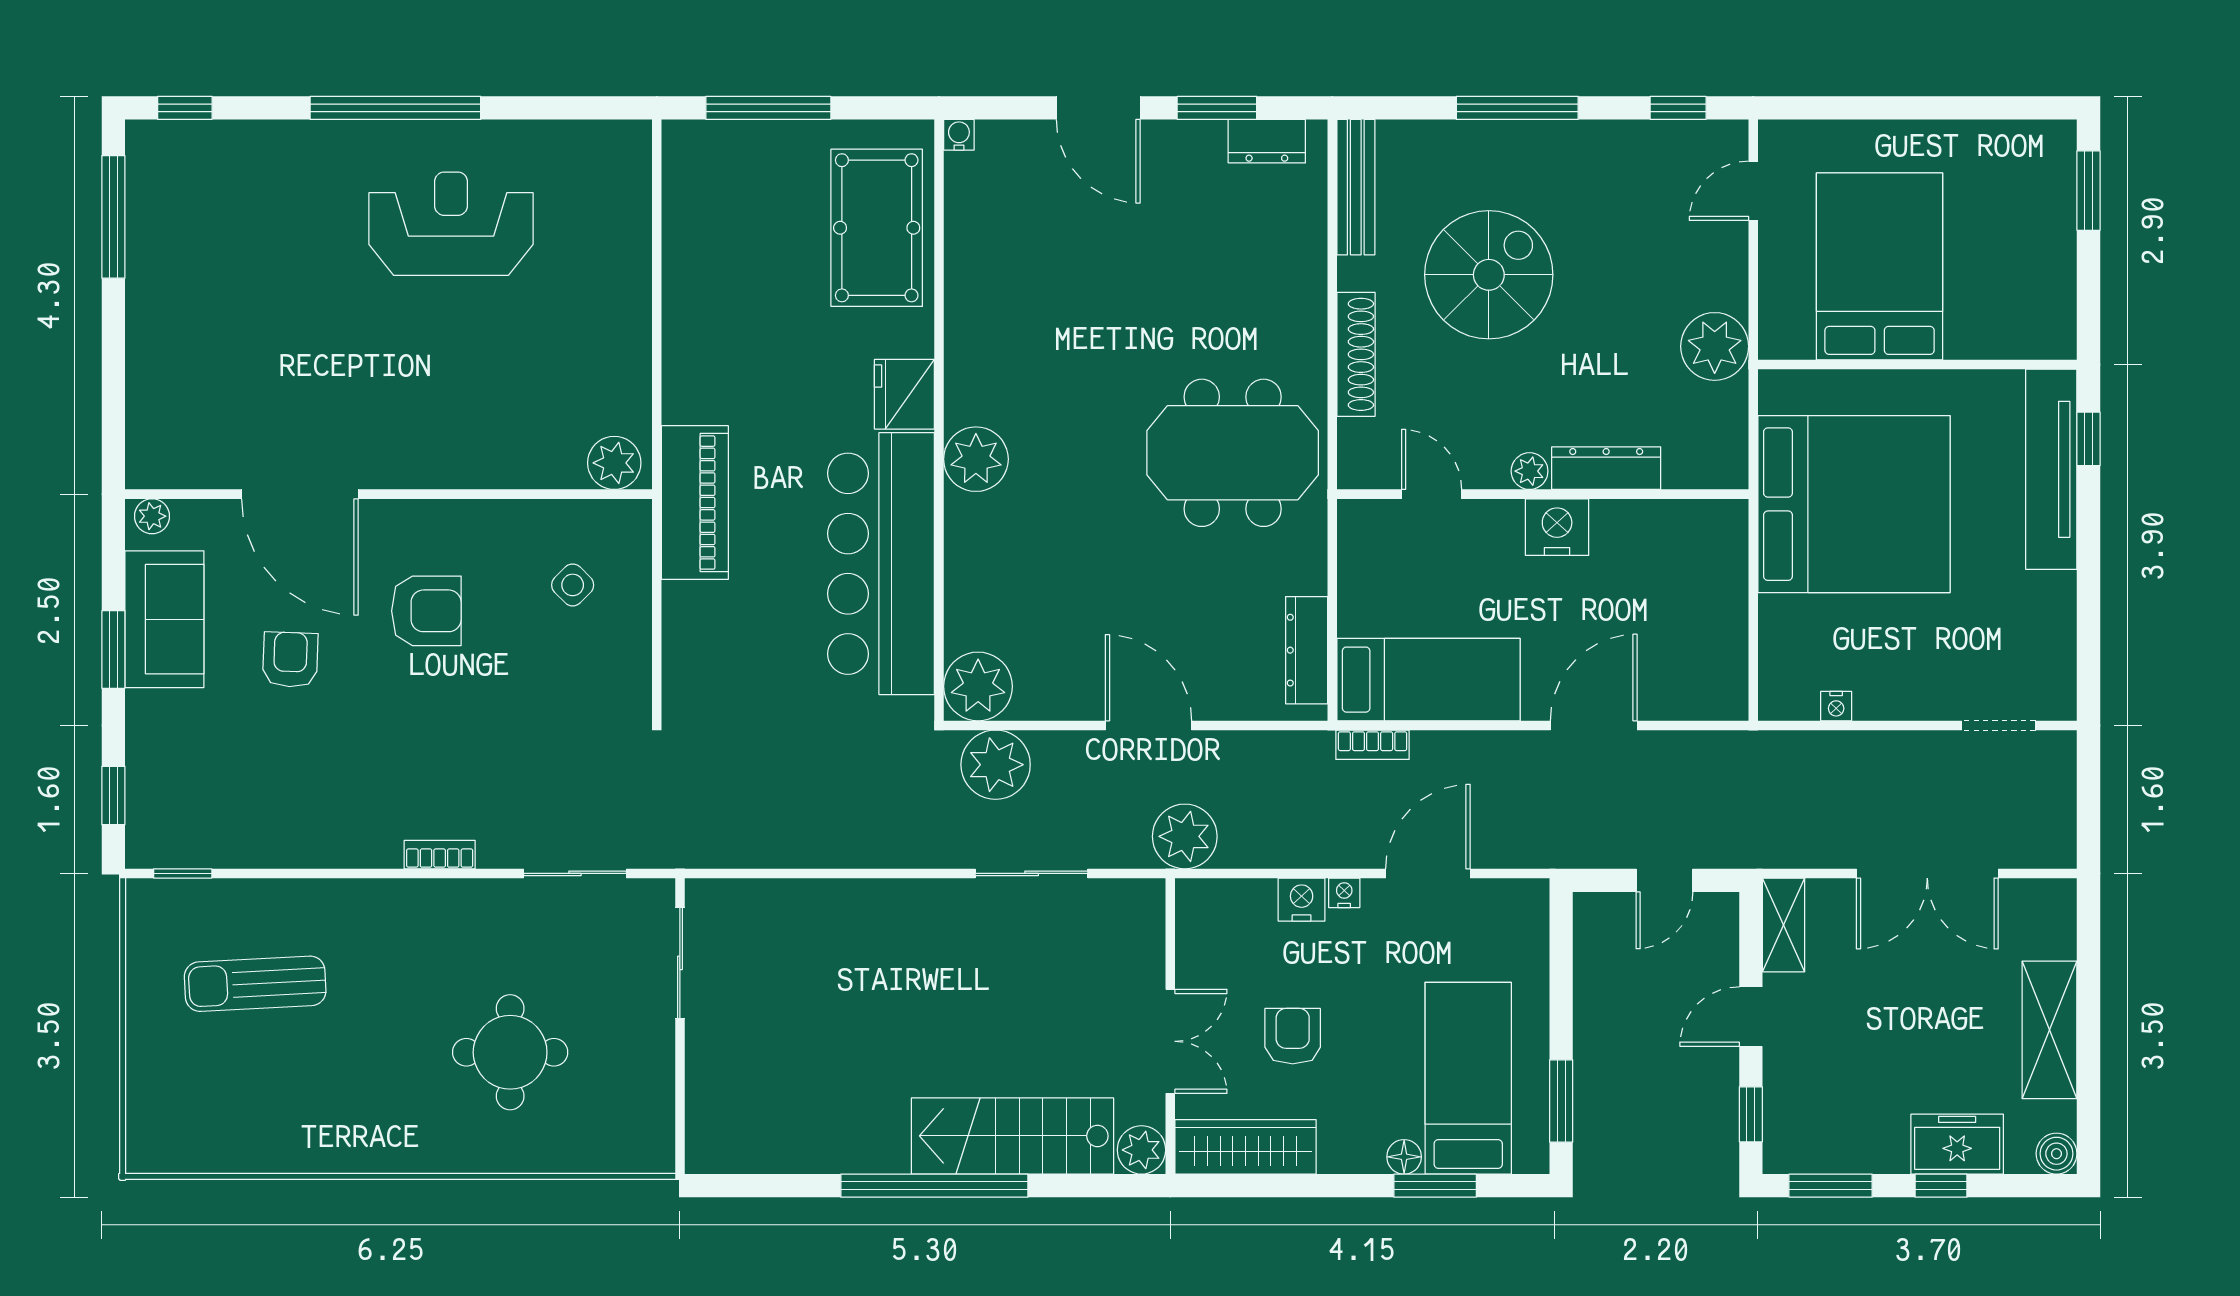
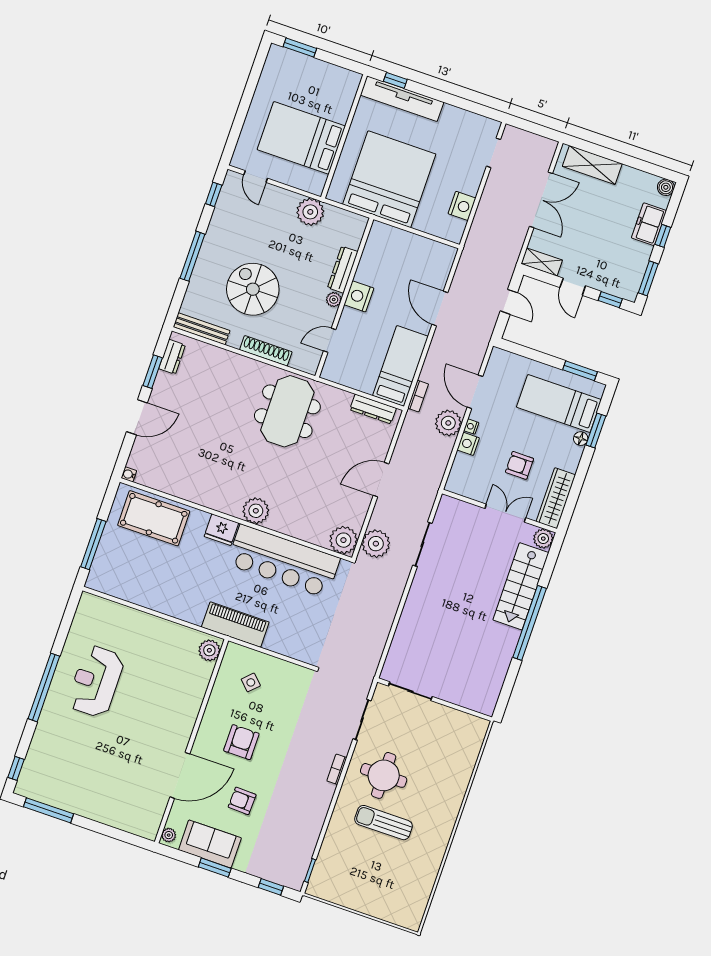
nightstand: (1836, 706) -> (462, 206), width x1.89, depth x1.79
plant: (1185, 836) -> (448, 423), moved
sun lounger: (255, 984) -> (384, 823), moved, turned 93
shelving: (2049, 1030) -> (592, 165), moved
round table: (510, 1052) -> (384, 775), moved

